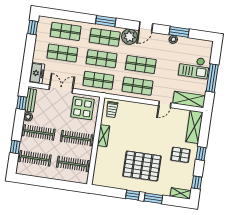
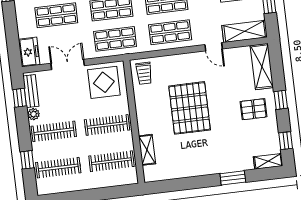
door: (165, 104) -> (214, 47), hinge flipped
shelving: (104, 136) -> (147, 150), moved
pallet: (142, 166) -> (190, 108), moved, turned 90
window: (133, 195) -> (204, 181), removed

